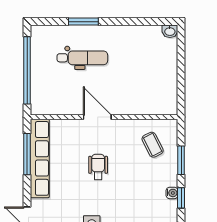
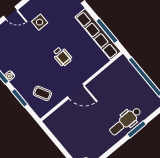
dental chair: (82, 58) -> (125, 121), moved
door: (97, 117) -> (76, 91), moved

